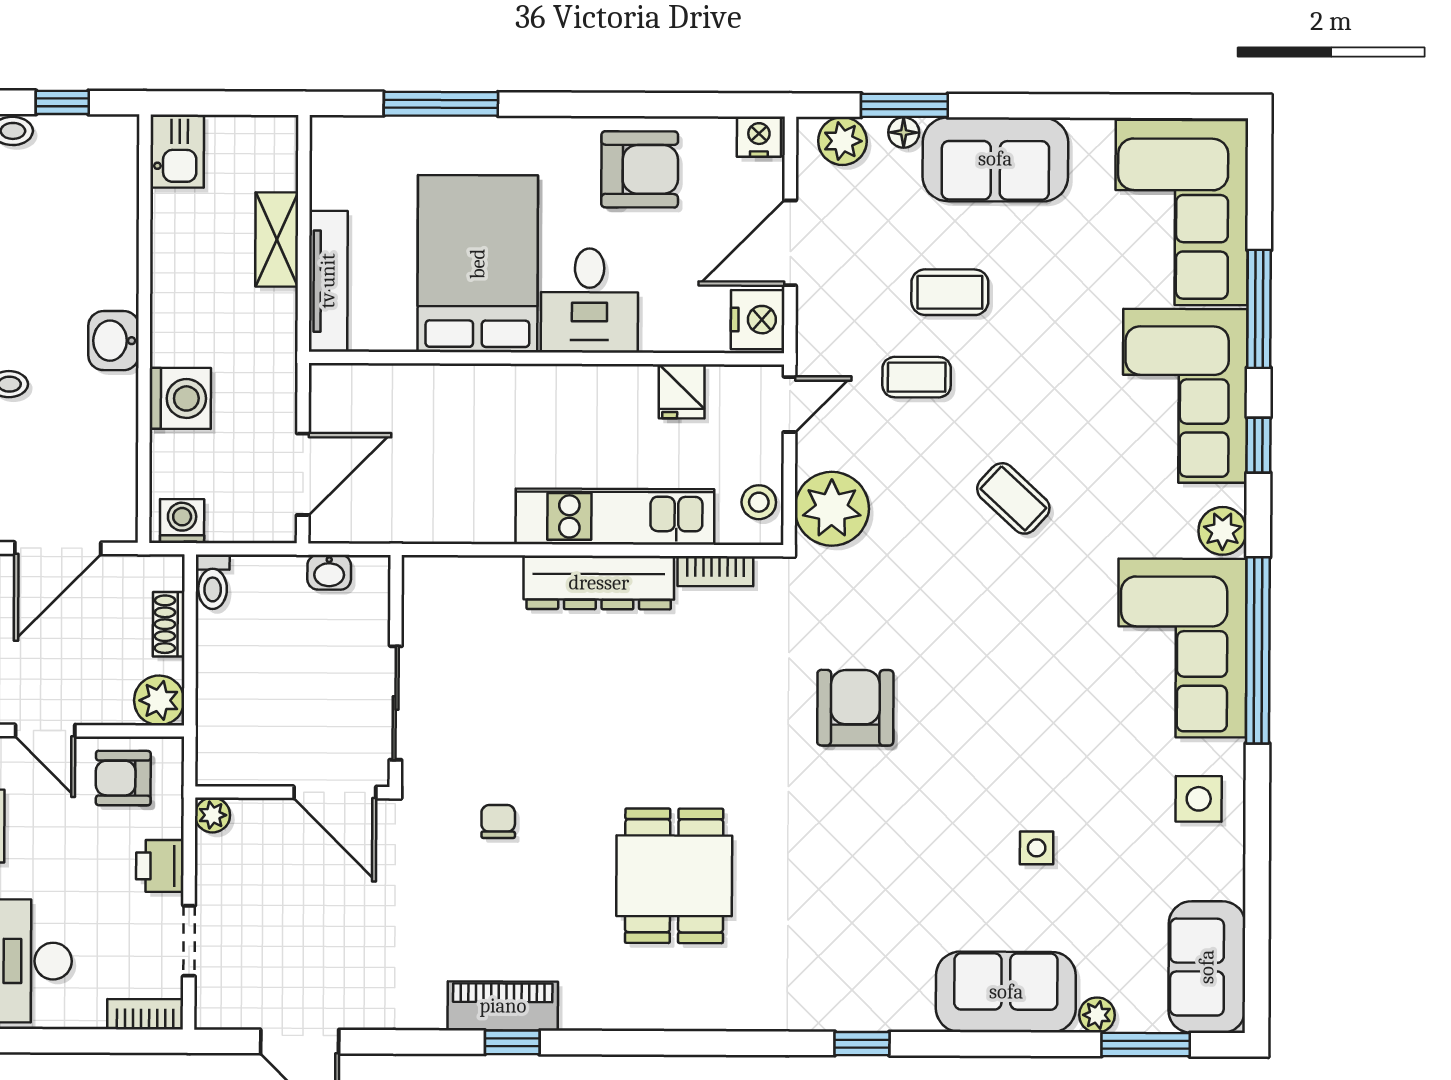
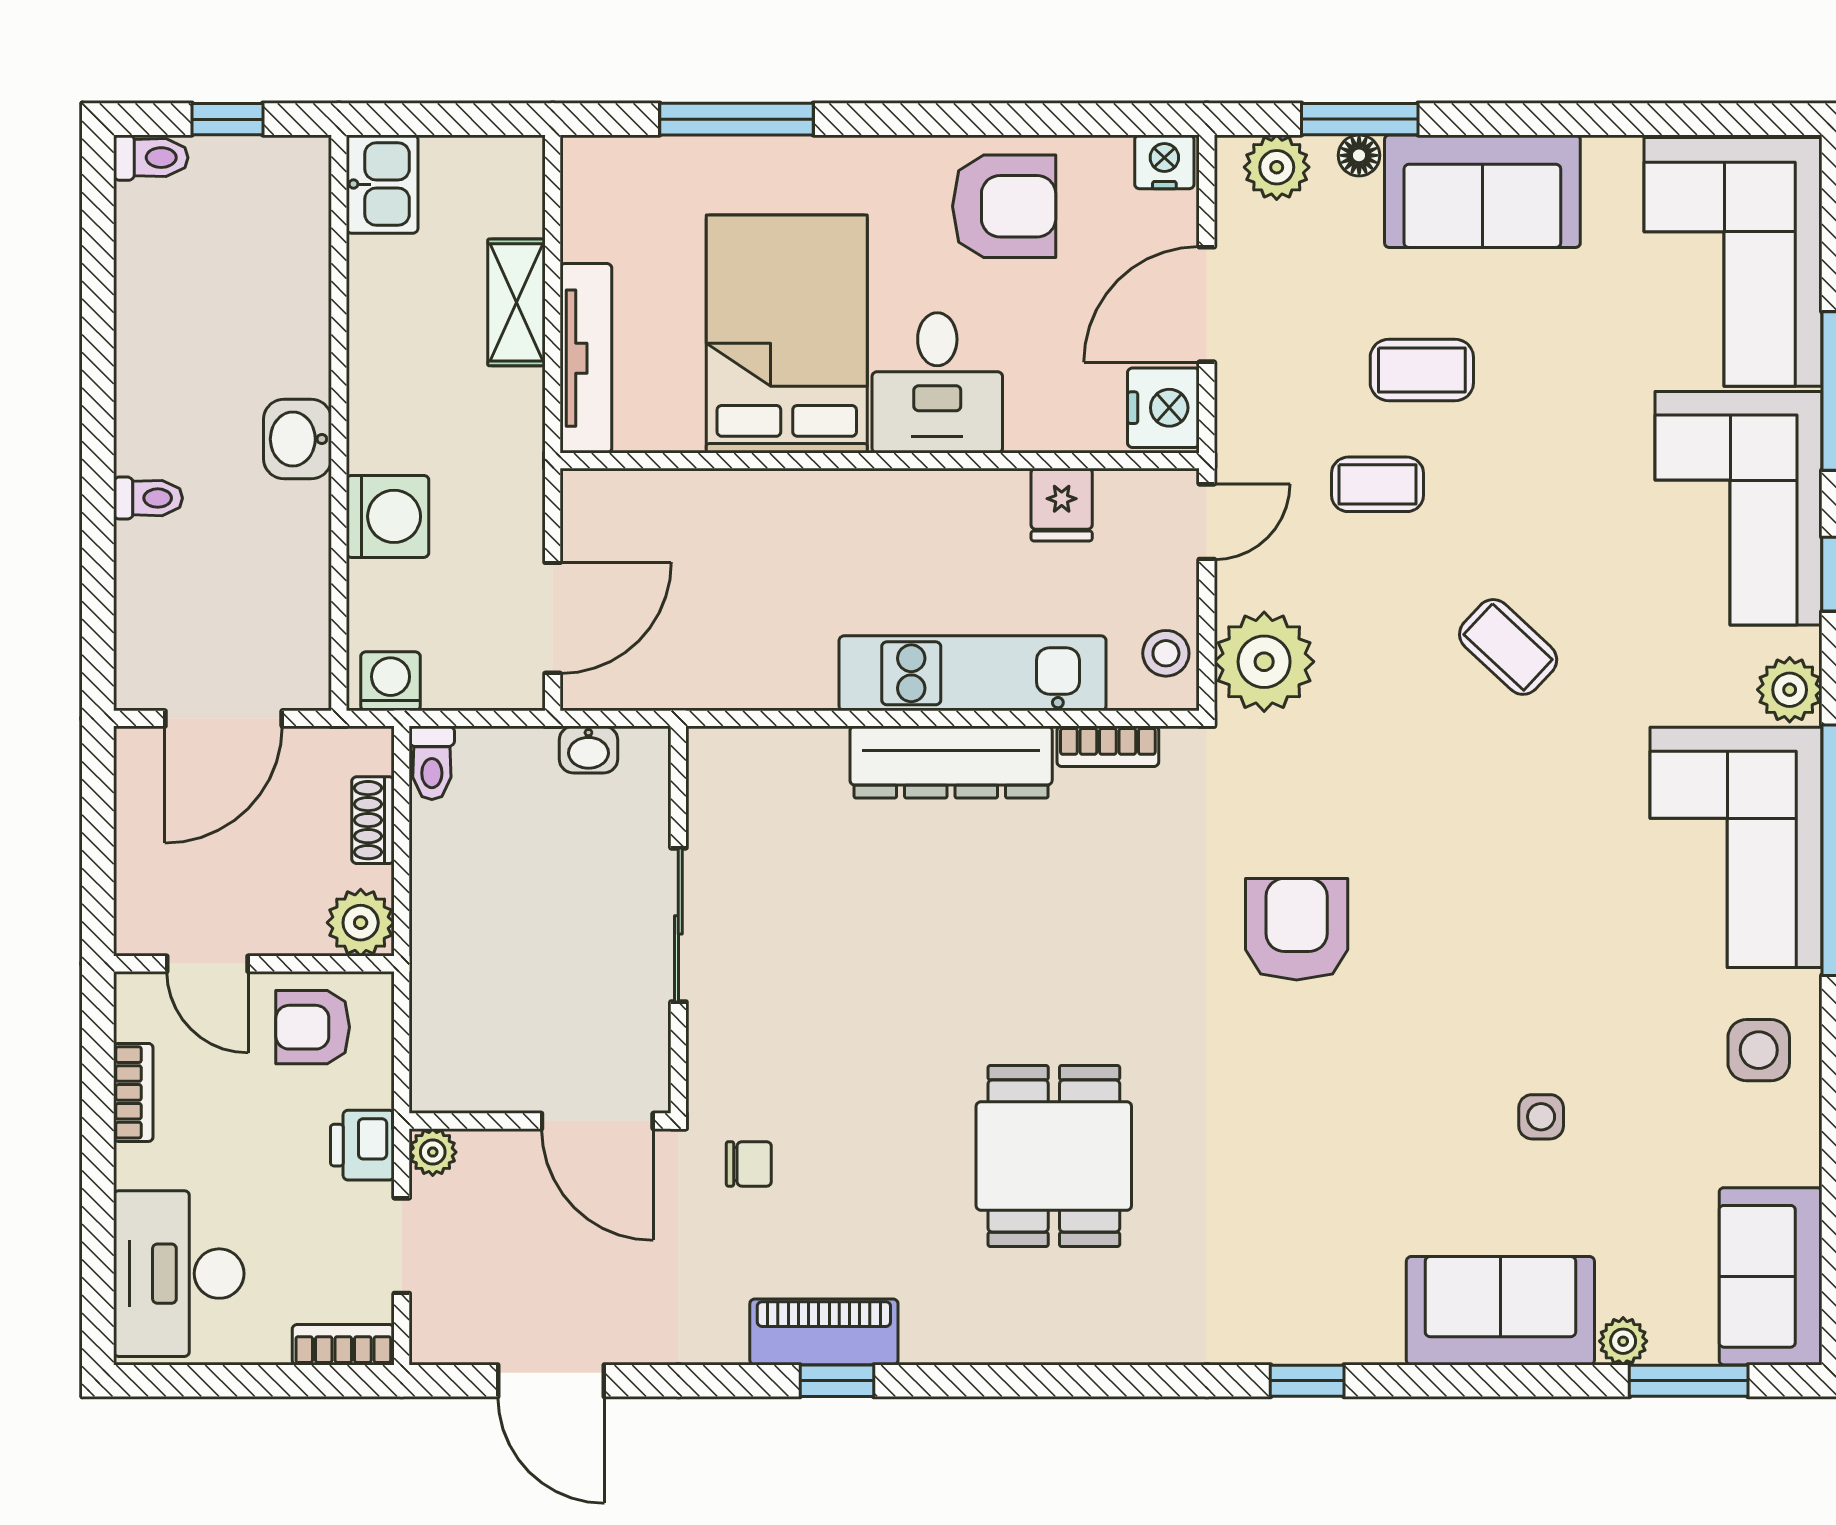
wall: (292, 792) -> (540, 1121), moved
door: (335, 792) -> (597, 1121), moved
plant: (212, 815) -> (433, 1152), moved
chair: (498, 821) -> (749, 1164), moved, turned 90

